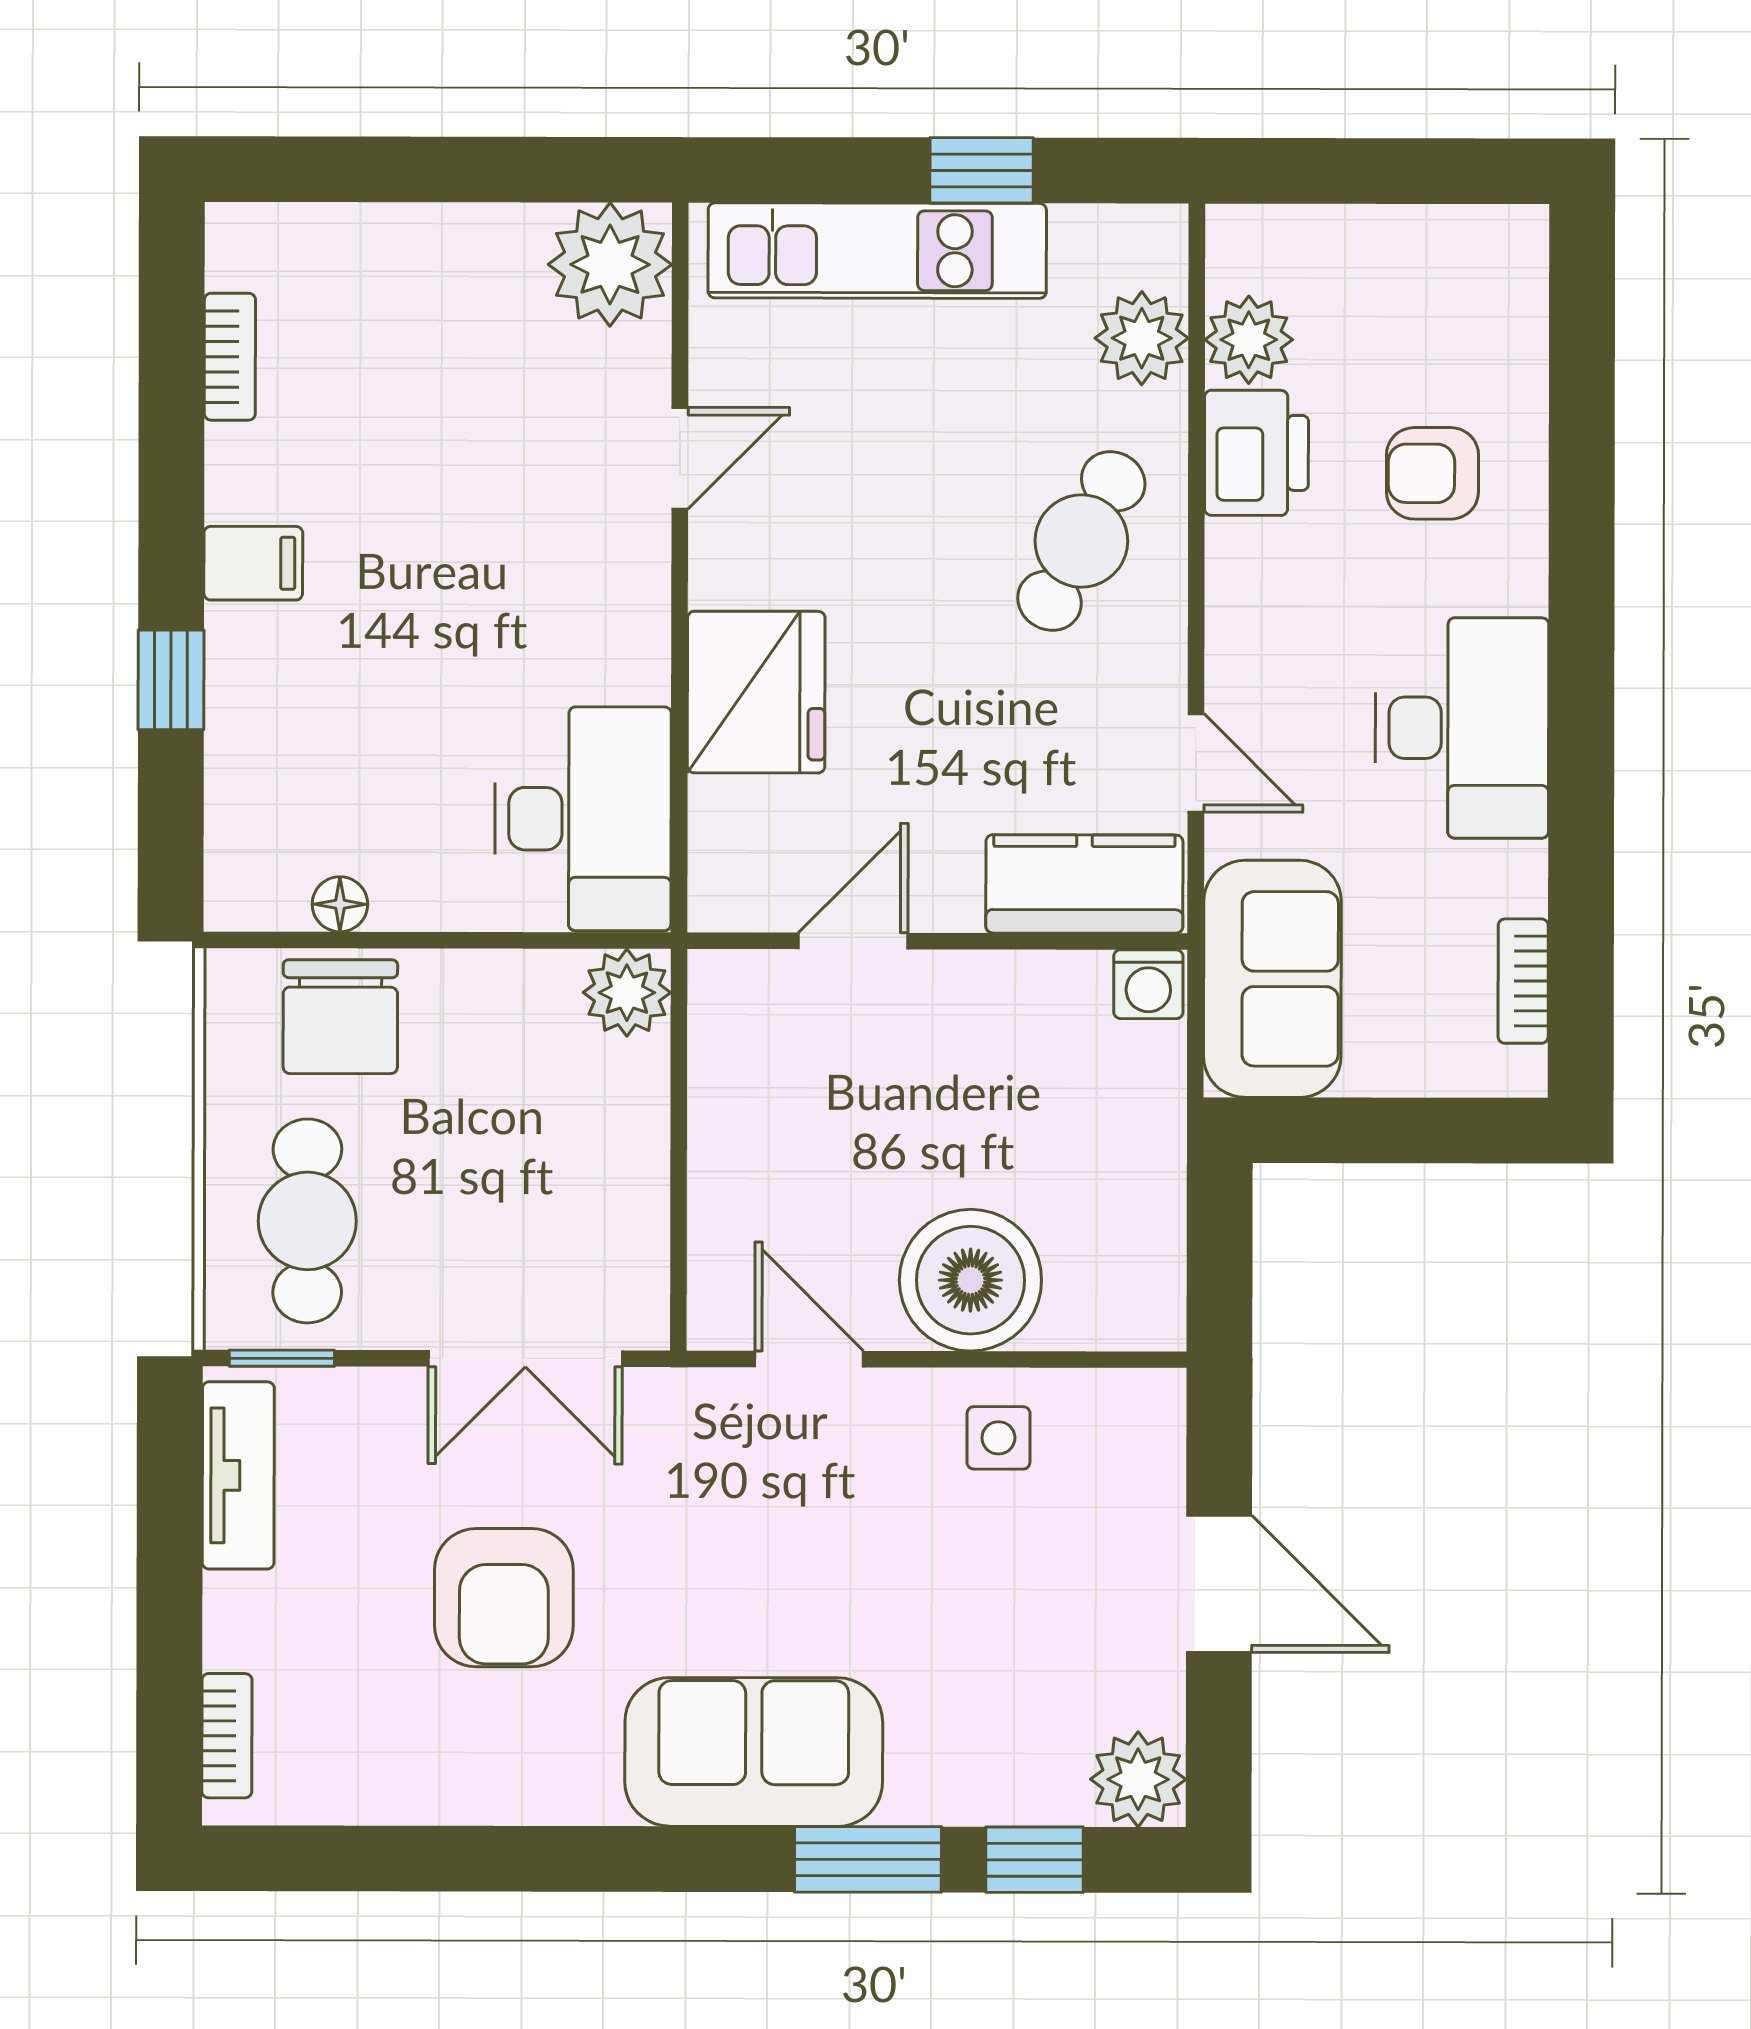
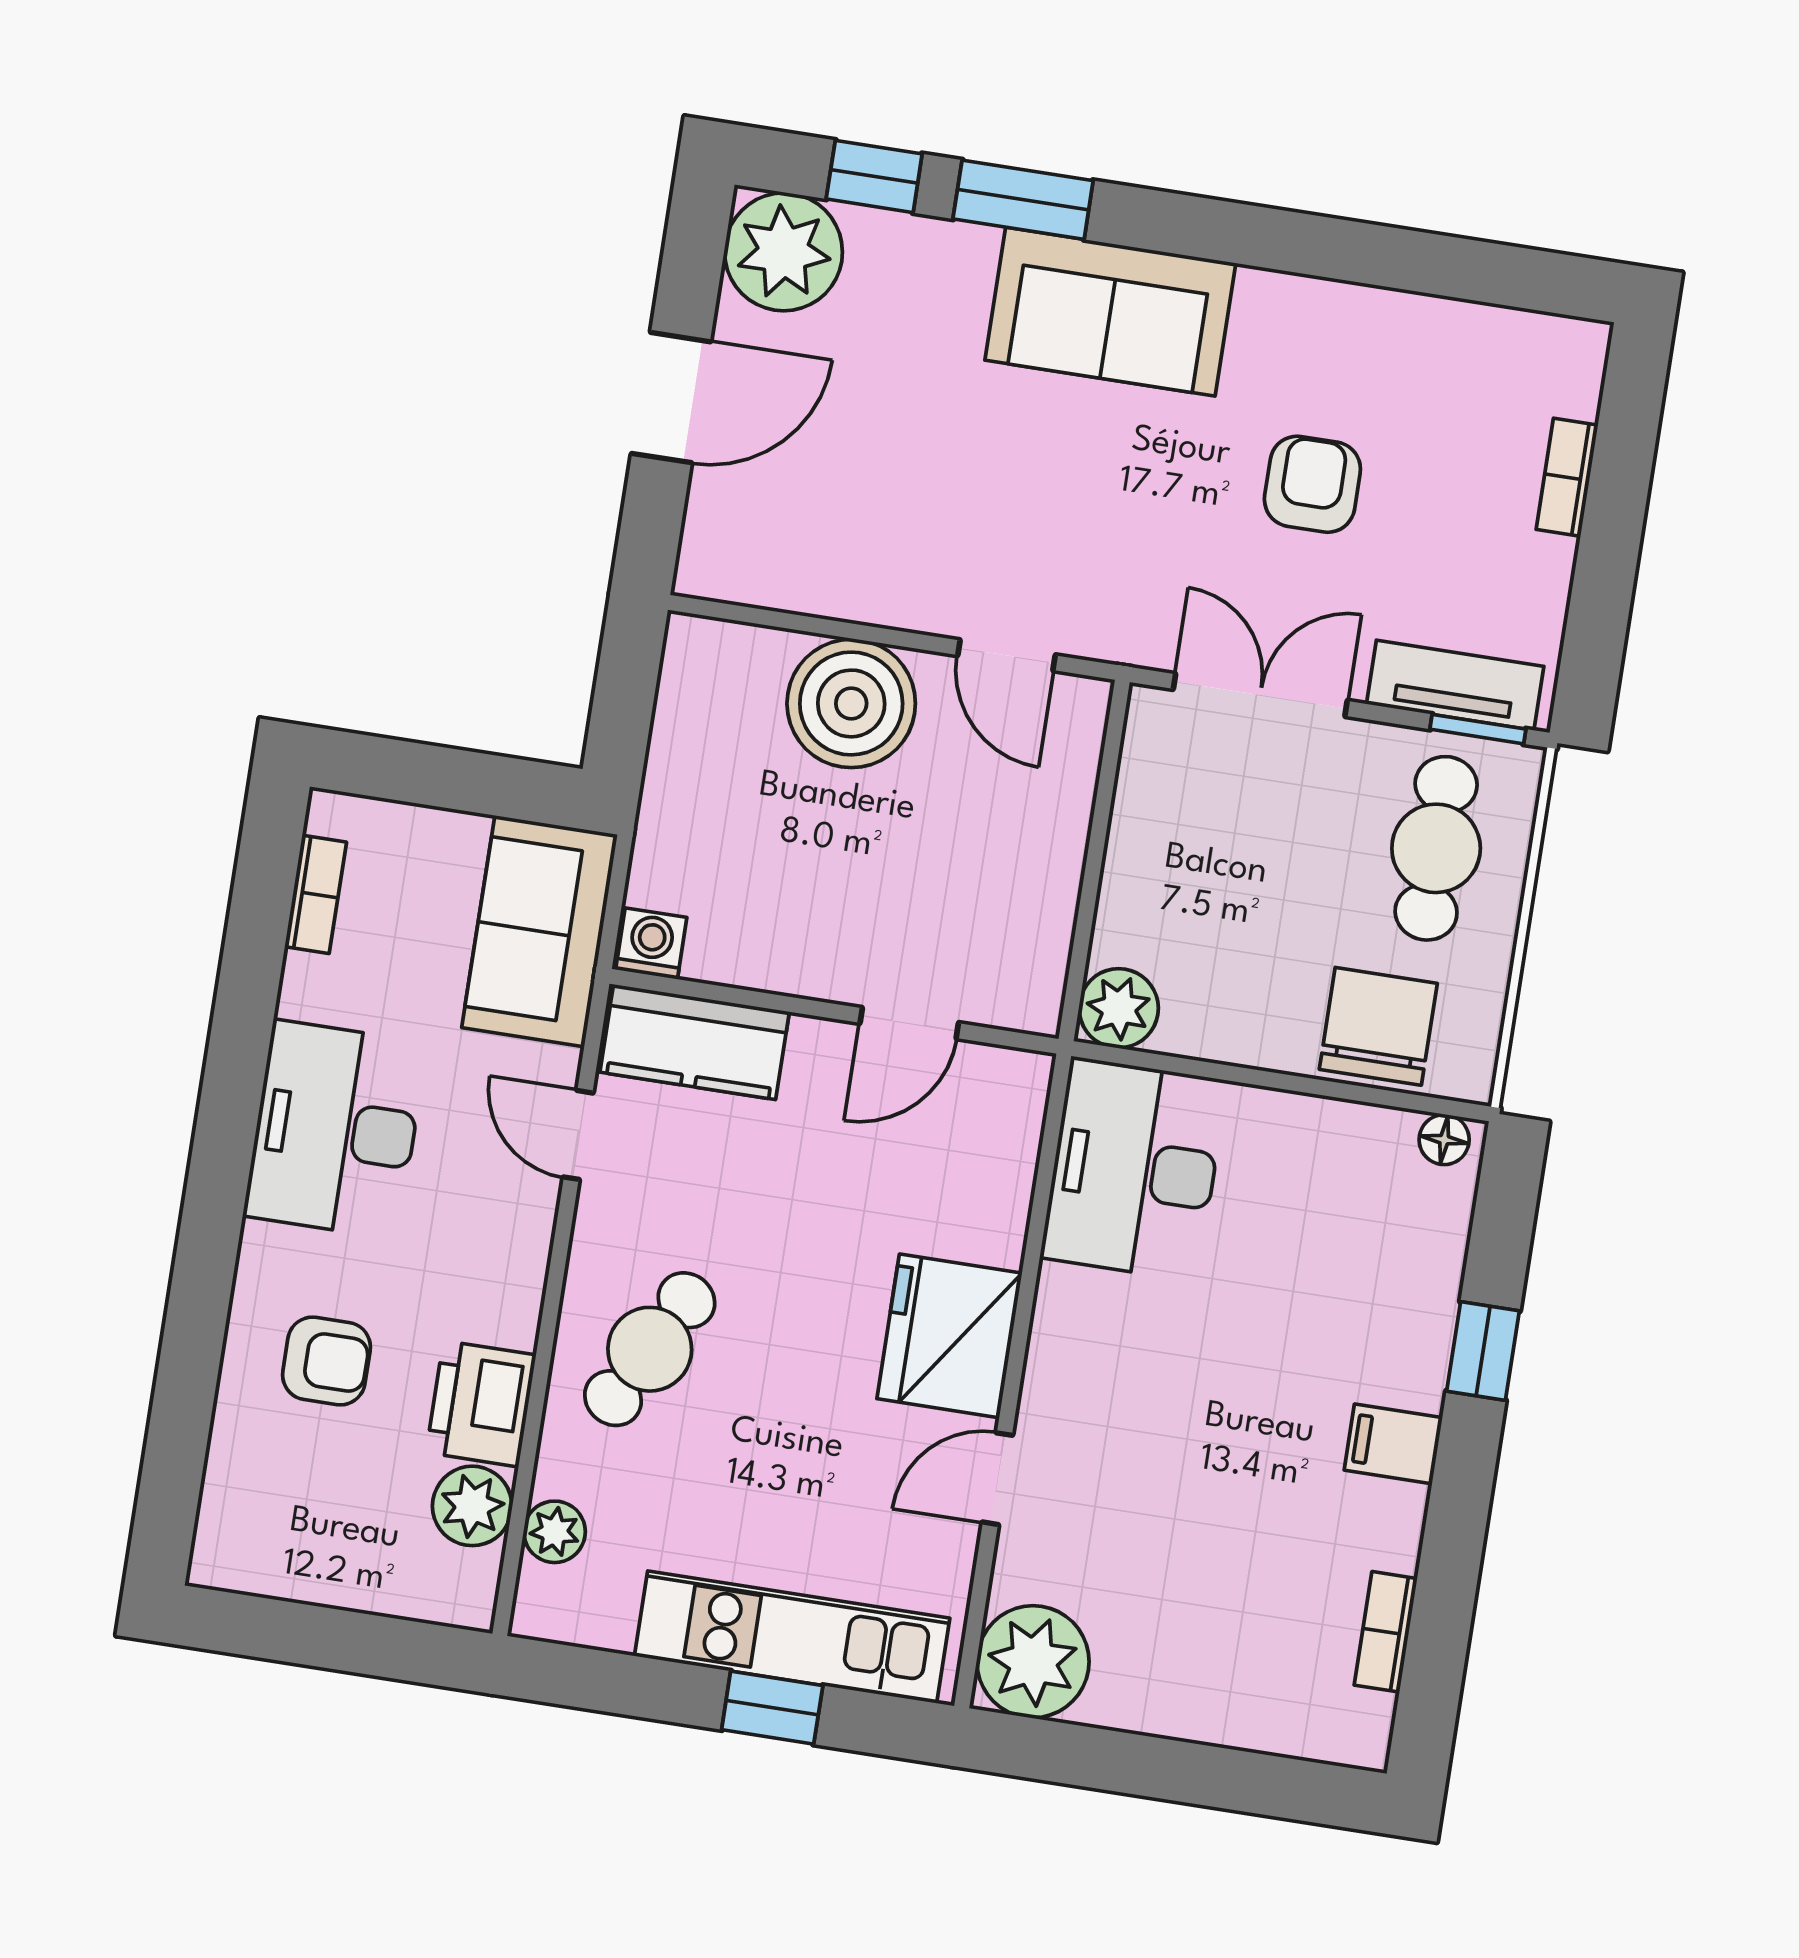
window: (982, 170) -> (772, 1708), moved
plant: (1142, 338) -> (555, 1532), width x0.73, depth x0.73
fridge: (756, 692) -> (949, 1336), moved
floor lamp: (340, 904) -> (1444, 1140), moved
side table: (998, 1438) -> (848, 559), removed
tv unit: (238, 1475) -> (1455, 685), moved, turned 90
door: (1219, 1584) -> (671, 398), swing flipped
armchair: (504, 1598) -> (1312, 484), width x0.72, depth x0.72
bookcase: (227, 1736) -> (1567, 477), moved
plant: (1138, 1779) -> (784, 252), width x1.36, depth x1.36

